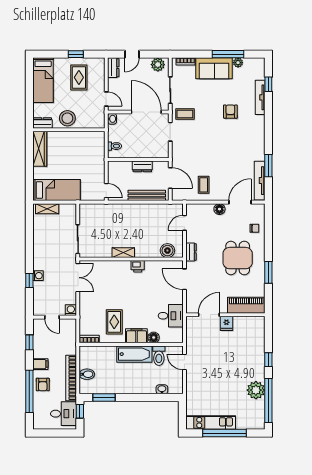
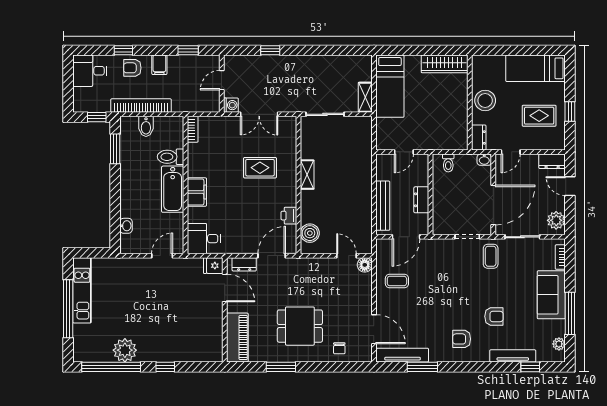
plant: (238, 63) -> (559, 344), moved
dresser: (42, 123) -> (479, 137), moved
armchair: (247, 136) -> (462, 339), added
door: (106, 191) -> (404, 152), moved
shelving: (47, 209) -> (365, 97), moved
floor lamp: (219, 209) -> (365, 265), moved
dresser: (191, 252) -> (244, 264), moved
printer: (138, 266) -> (289, 216), moved
washing machine: (38, 276) -> (277, 62), removed
double door: (78, 278) -> (259, 114), moved
desk: (171, 316) -> (204, 239), moved, turned 90
rug: (114, 322) -> (260, 168), moved
fridge: (226, 323) -> (213, 266), moved
floor lamp: (154, 337) -> (195, 215), removed
toilet: (159, 356) -> (171, 157), moved
window: (29, 391) -> (123, 50), width x0.32
desk: (63, 414) -> (90, 71), moved, turned 90

